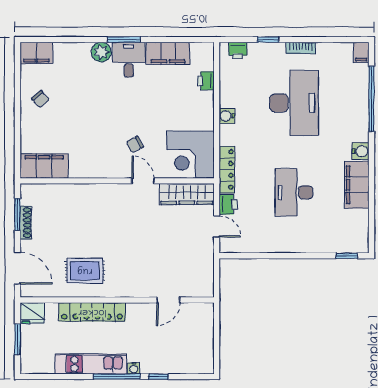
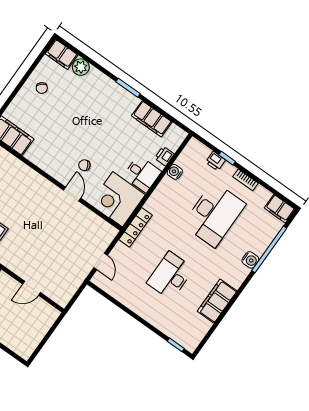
printer: (238, 50) -> (215, 161), moved
plant: (101, 52) -> (81, 67), moved
filing cabinet: (361, 52) -> (280, 209), width x2.00
desk: (129, 60) -> (142, 174), moved, turned 90
water cooler: (227, 116) -> (175, 172), moved
water cooler: (361, 151) -> (250, 260), moved
wardrobe: (187, 194) -> (96, 225), removed
printer: (228, 204) -> (119, 252), removed

